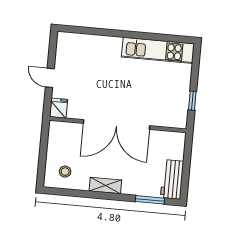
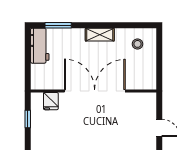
fridge: (59, 108) -> (51, 101), moved

